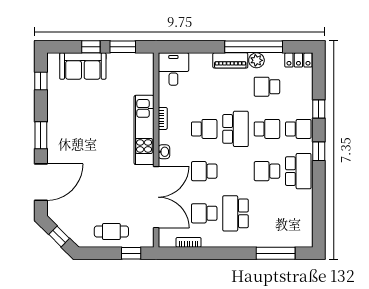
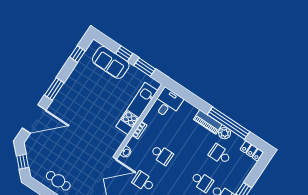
school desk: (236, 129) -> (182, 168), removed
kitchen unit: (144, 130) -> (137, 109), moved

